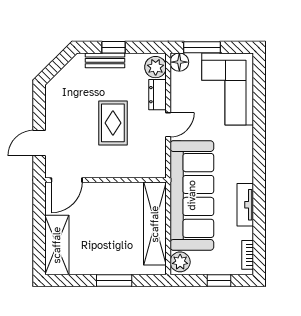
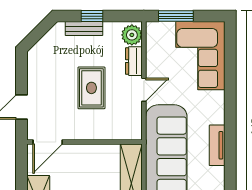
floor lamp: (179, 62) -> (154, 30), removed
tv unit: (245, 205) -> (217, 145), moved

